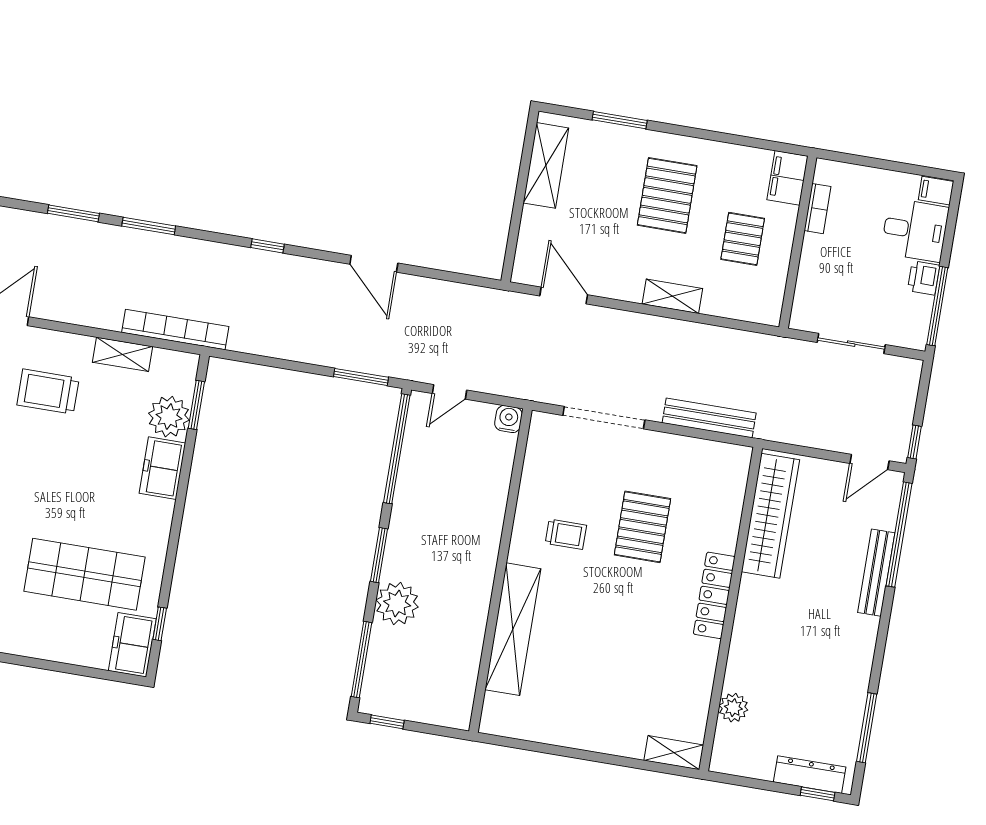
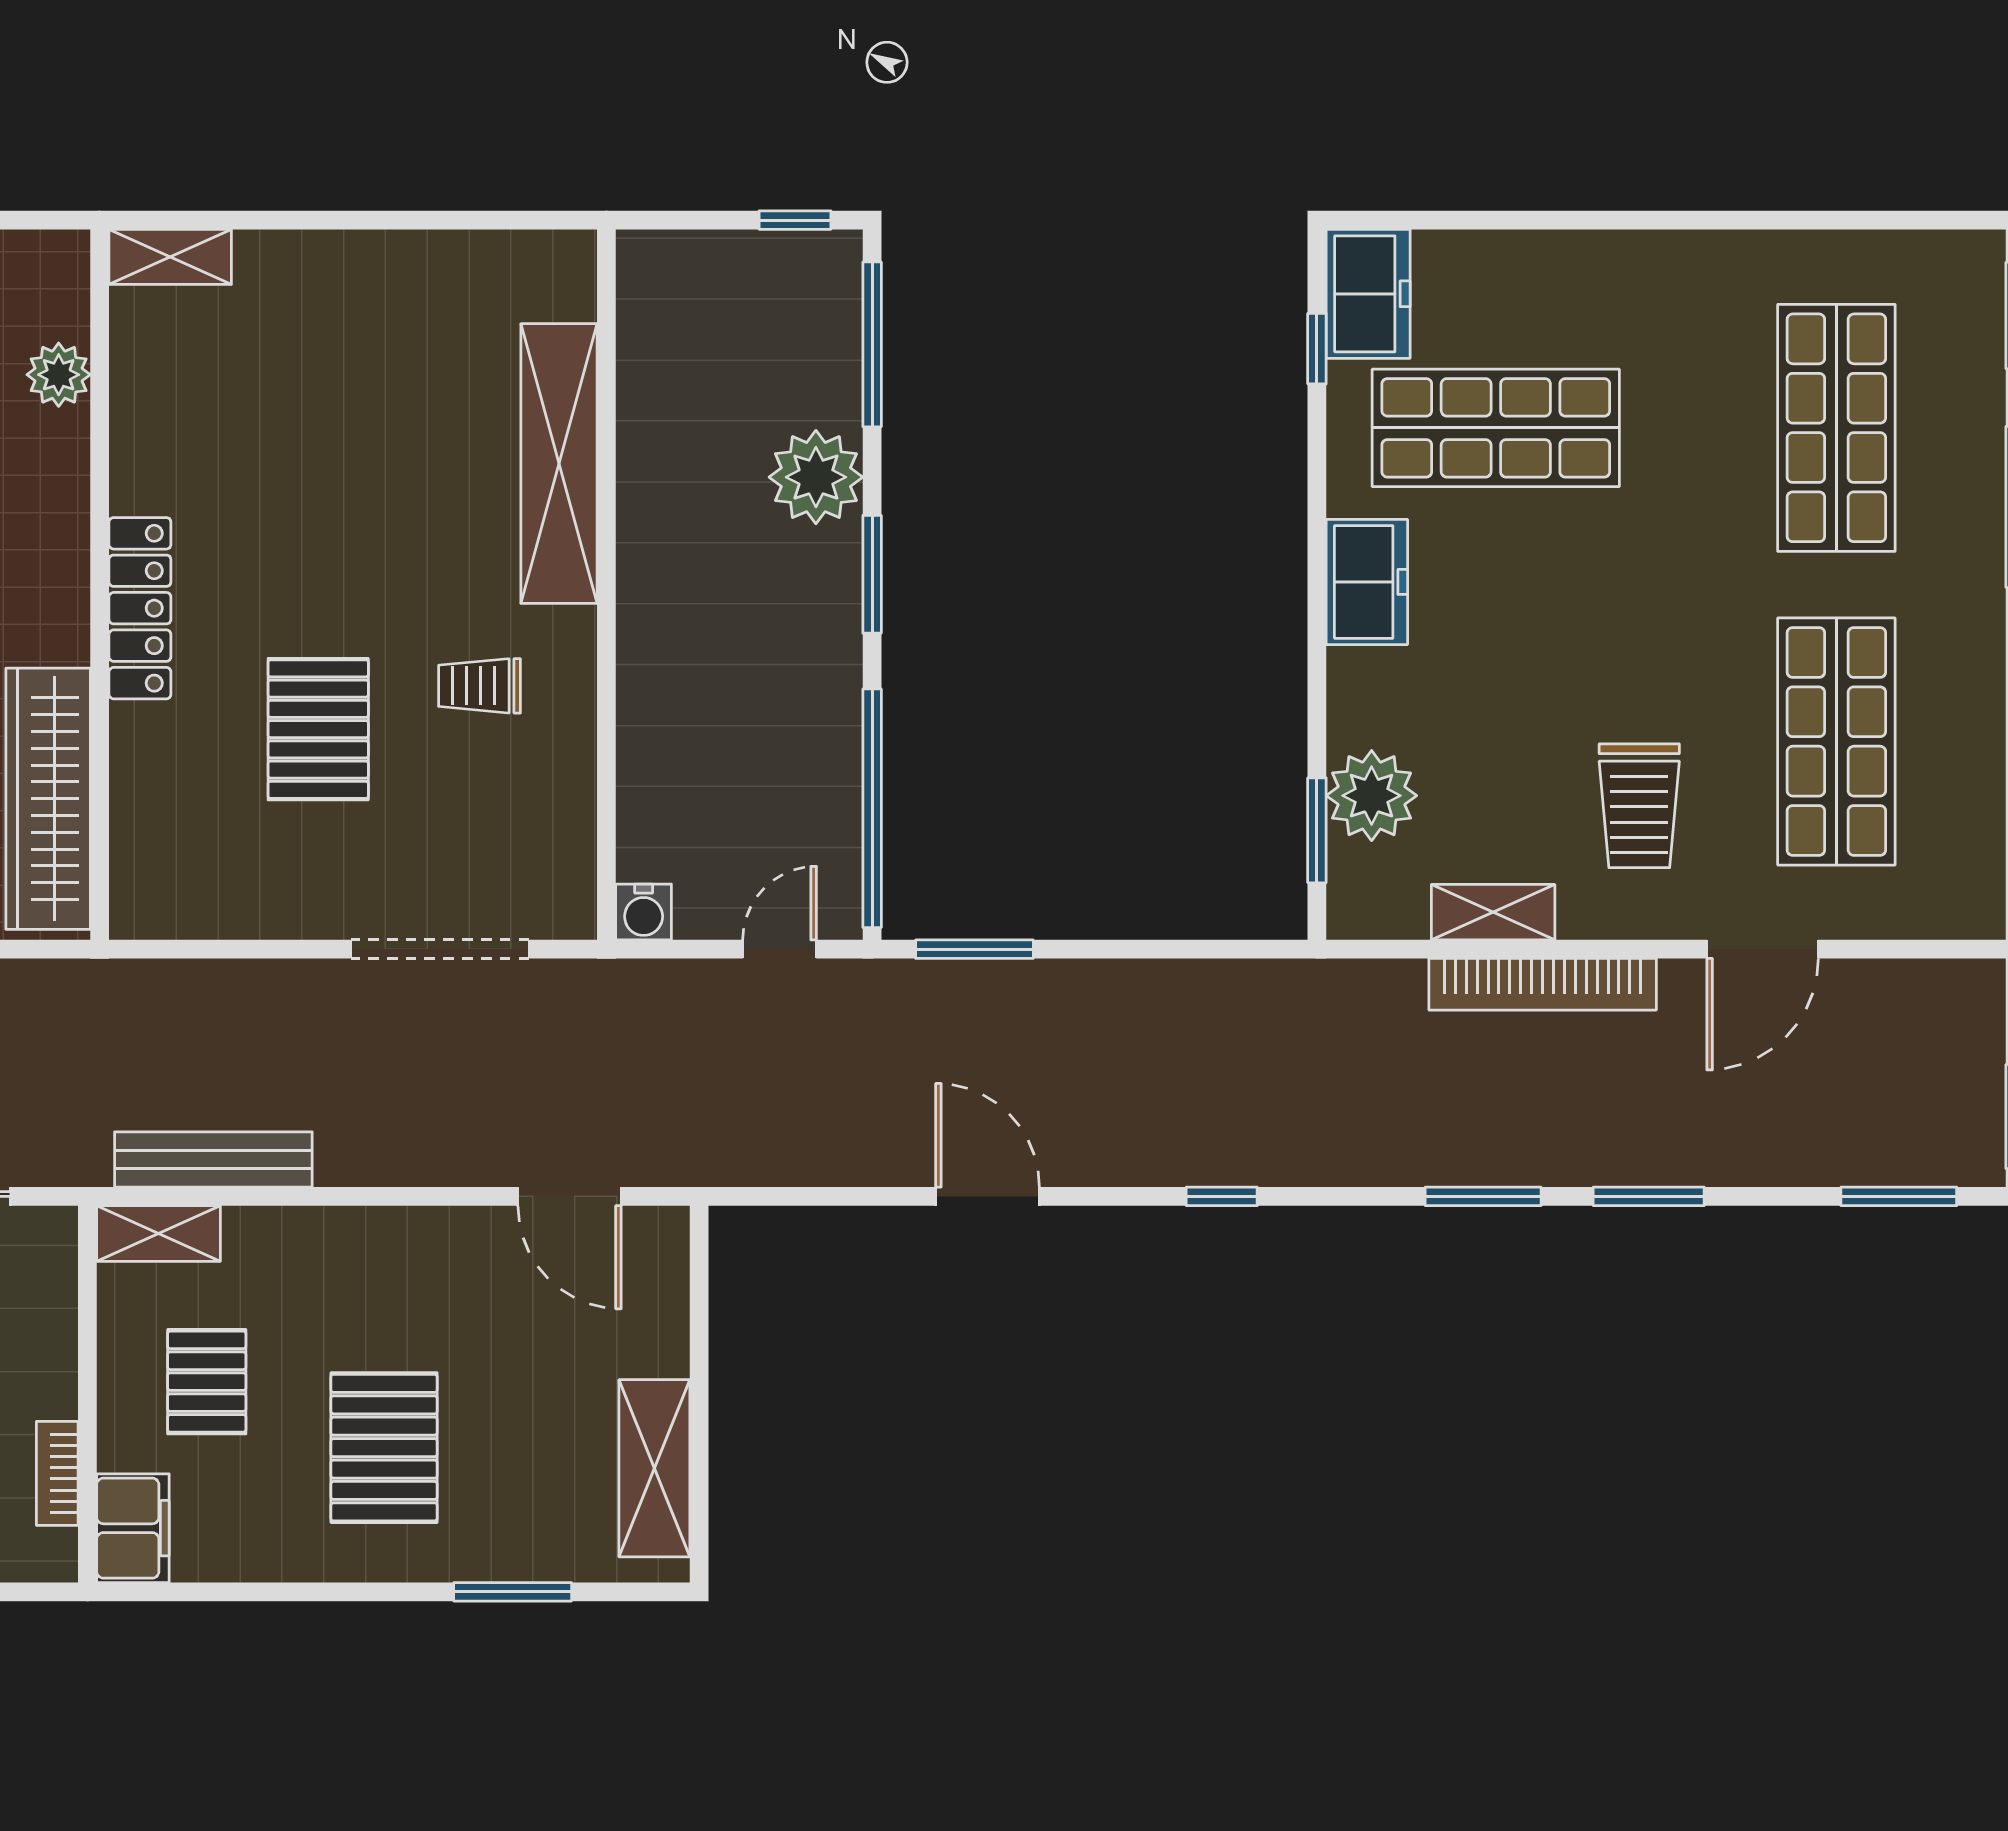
shelving: (672, 296) -> (159, 1233), moved
bookcase: (175, 330) -> (1543, 984), moved
trolley: (48, 392) -> (1639, 806), turned 90
bench: (709, 418) -> (213, 1159), moved
freezer: (162, 468) -> (1367, 582), moved

